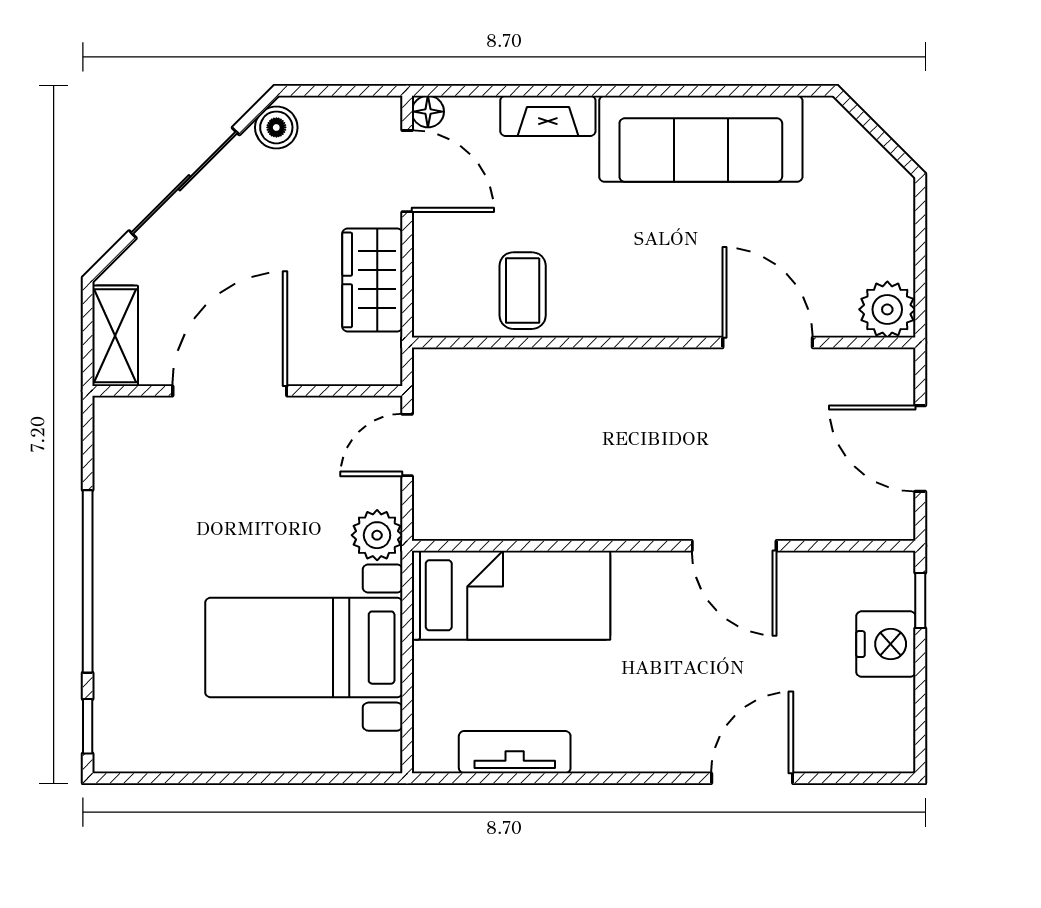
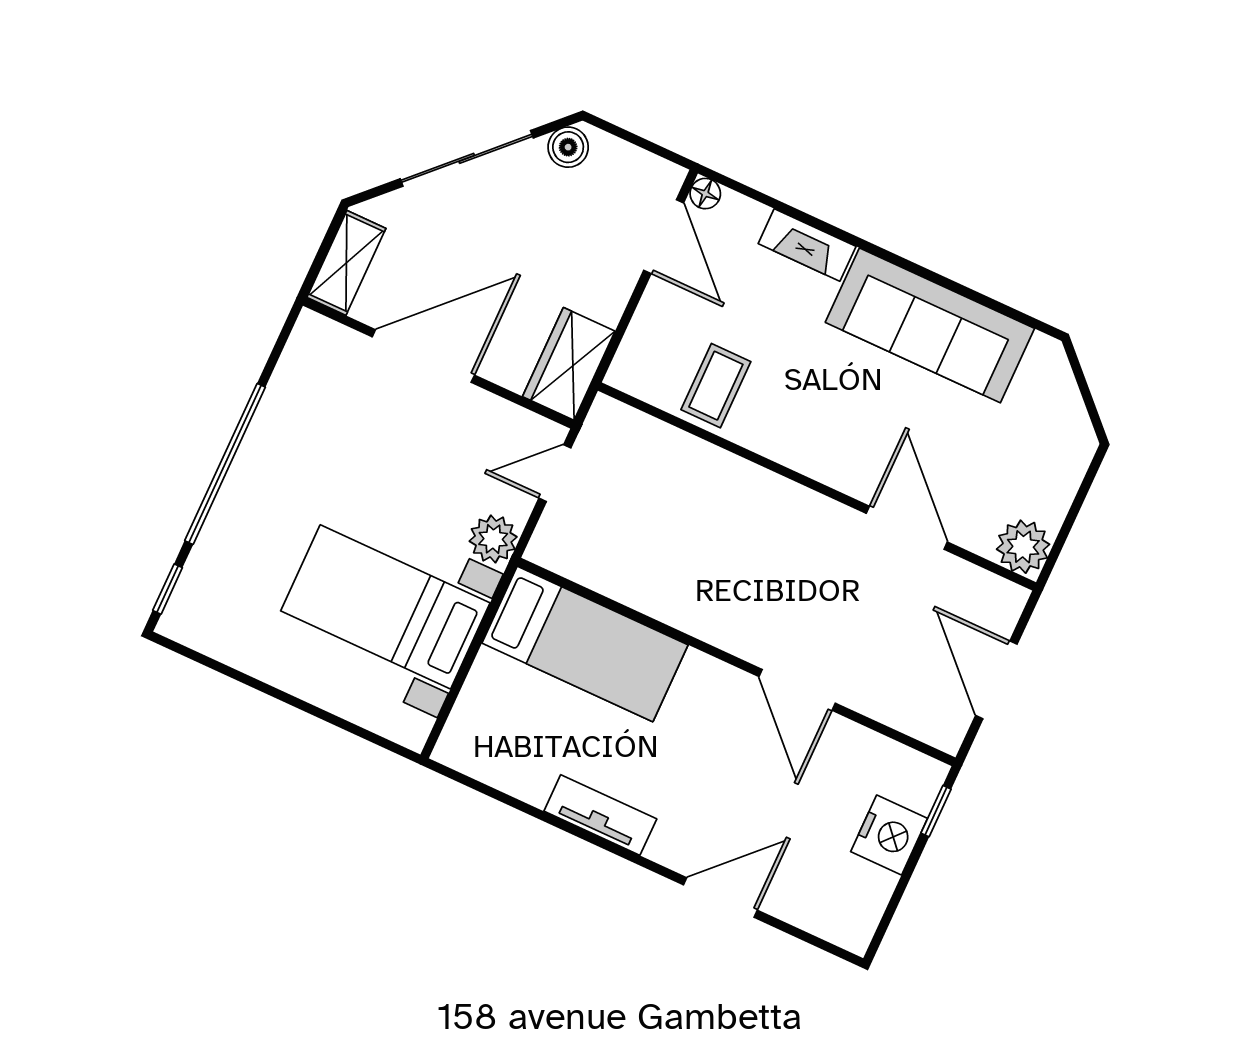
wardrobe: (372, 280) -> (569, 364), moved
tv unit: (515, 752) -> (600, 815), moved

